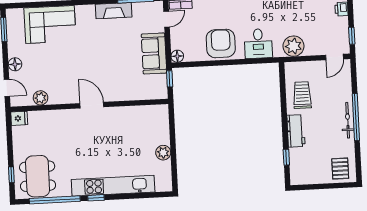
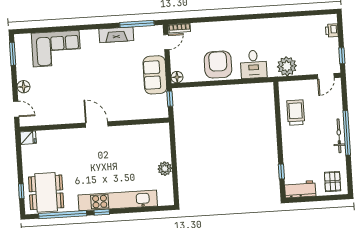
plant: (41, 98) -> (48, 118), removed
workbench: (296, 131) -> (300, 189), moved, turned -90

